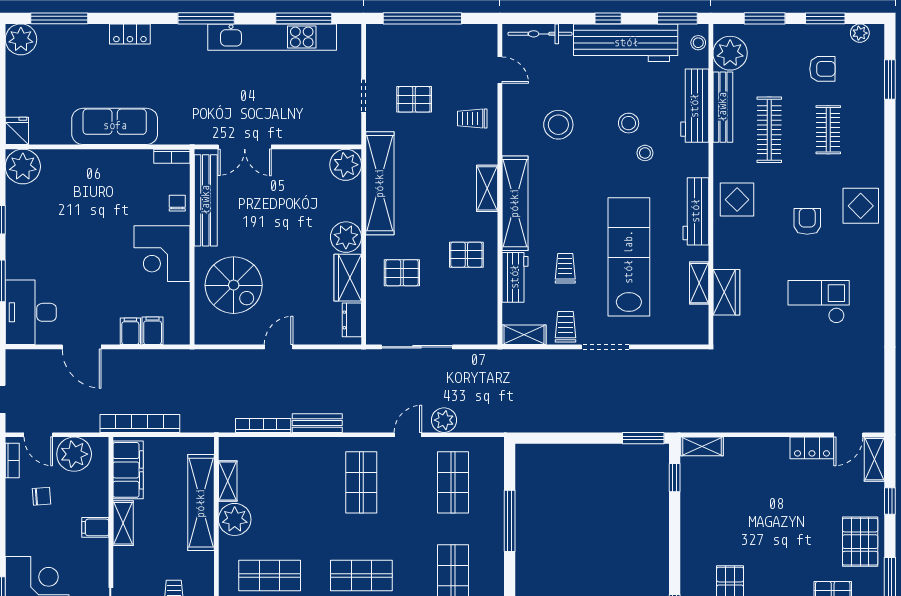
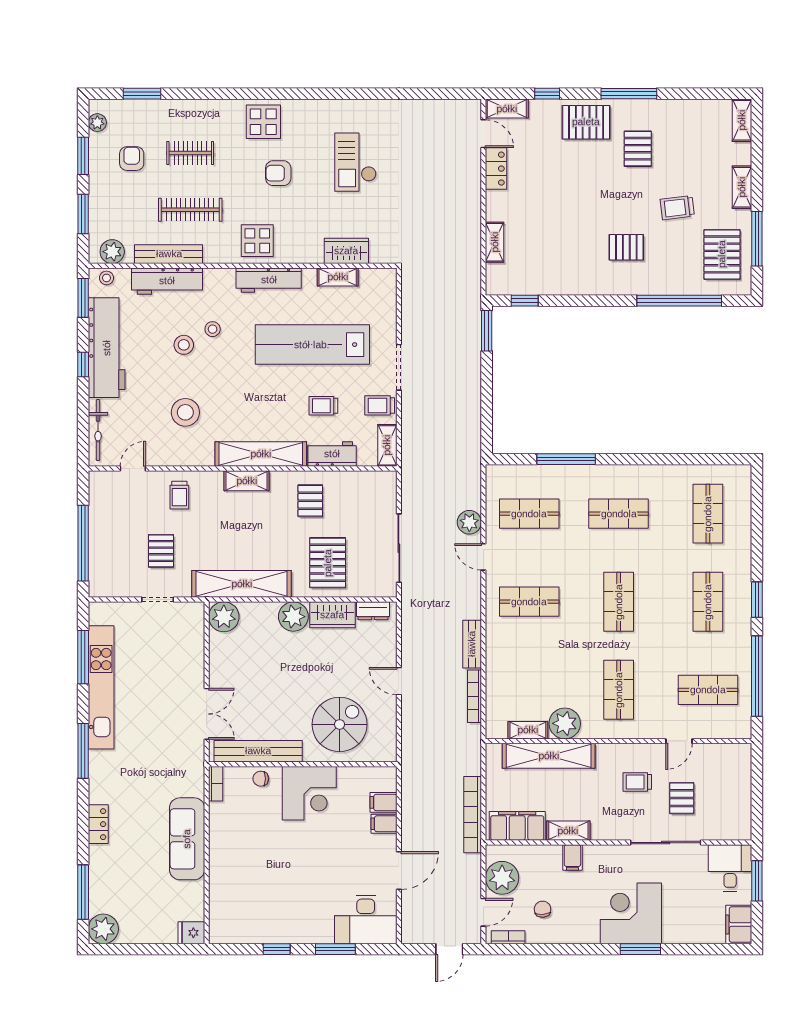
plant: (730, 53) -> (112, 252), width x0.73, depth x0.73
plant: (23, 166) -> (226, 927), removed
pallet: (402, 273) -> (328, 563), width x1.50, depth x1.42
shelving: (702, 446) -> (495, 242), moved

